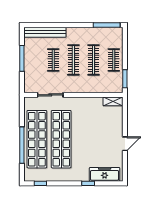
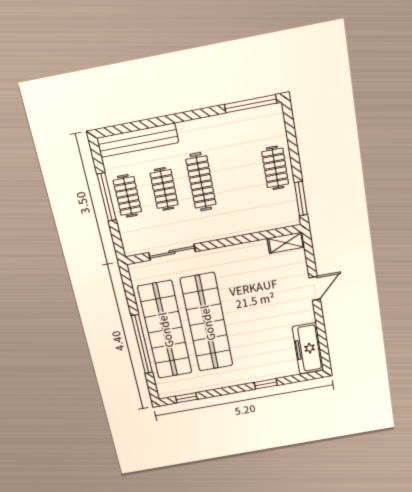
clothes rail: (94, 60) -> (127, 196), moved, width x0.73
door: (125, 144) -> (315, 288), moved
freezer: (105, 174) -> (308, 348), moved, turned -90

